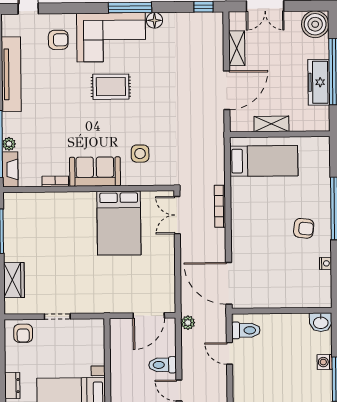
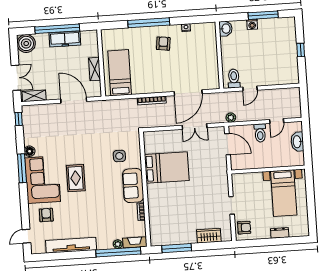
shelving: (237, 48) -> (34, 96), moved
double door: (177, 215) -> (195, 126), moved
door: (229, 283) -> (188, 93), moved

